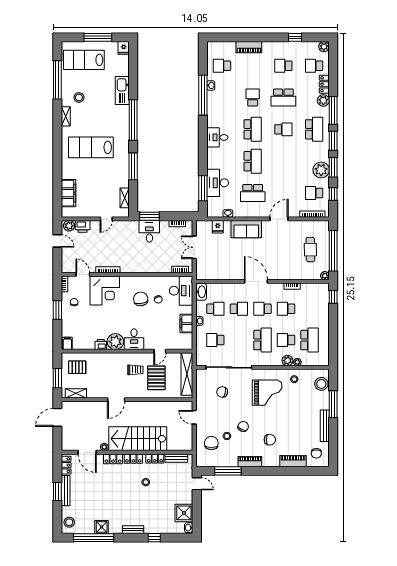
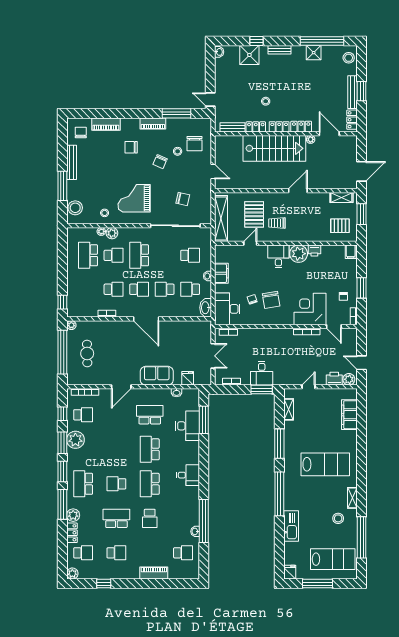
shower: (184, 513) -> (249, 55), moved

